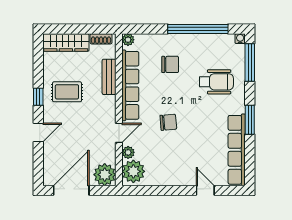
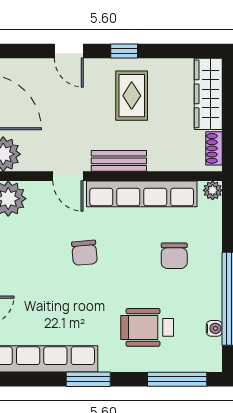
water cooler: (240, 39) -> (214, 328), moved
bench: (109, 77) -> (119, 161), moved
wheelchair: (216, 82) -> (147, 327), turned 90
plant: (128, 152) -> (38, 191), removed

